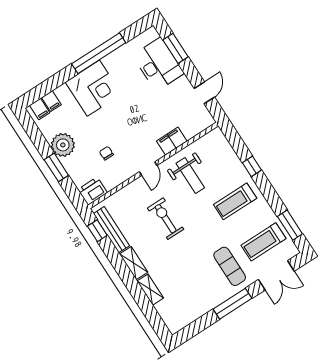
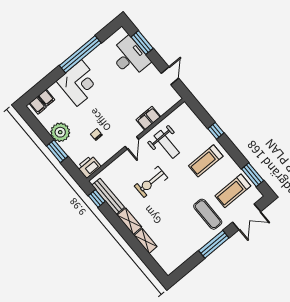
exercise bike: (166, 219) -> (151, 182), turned -90

